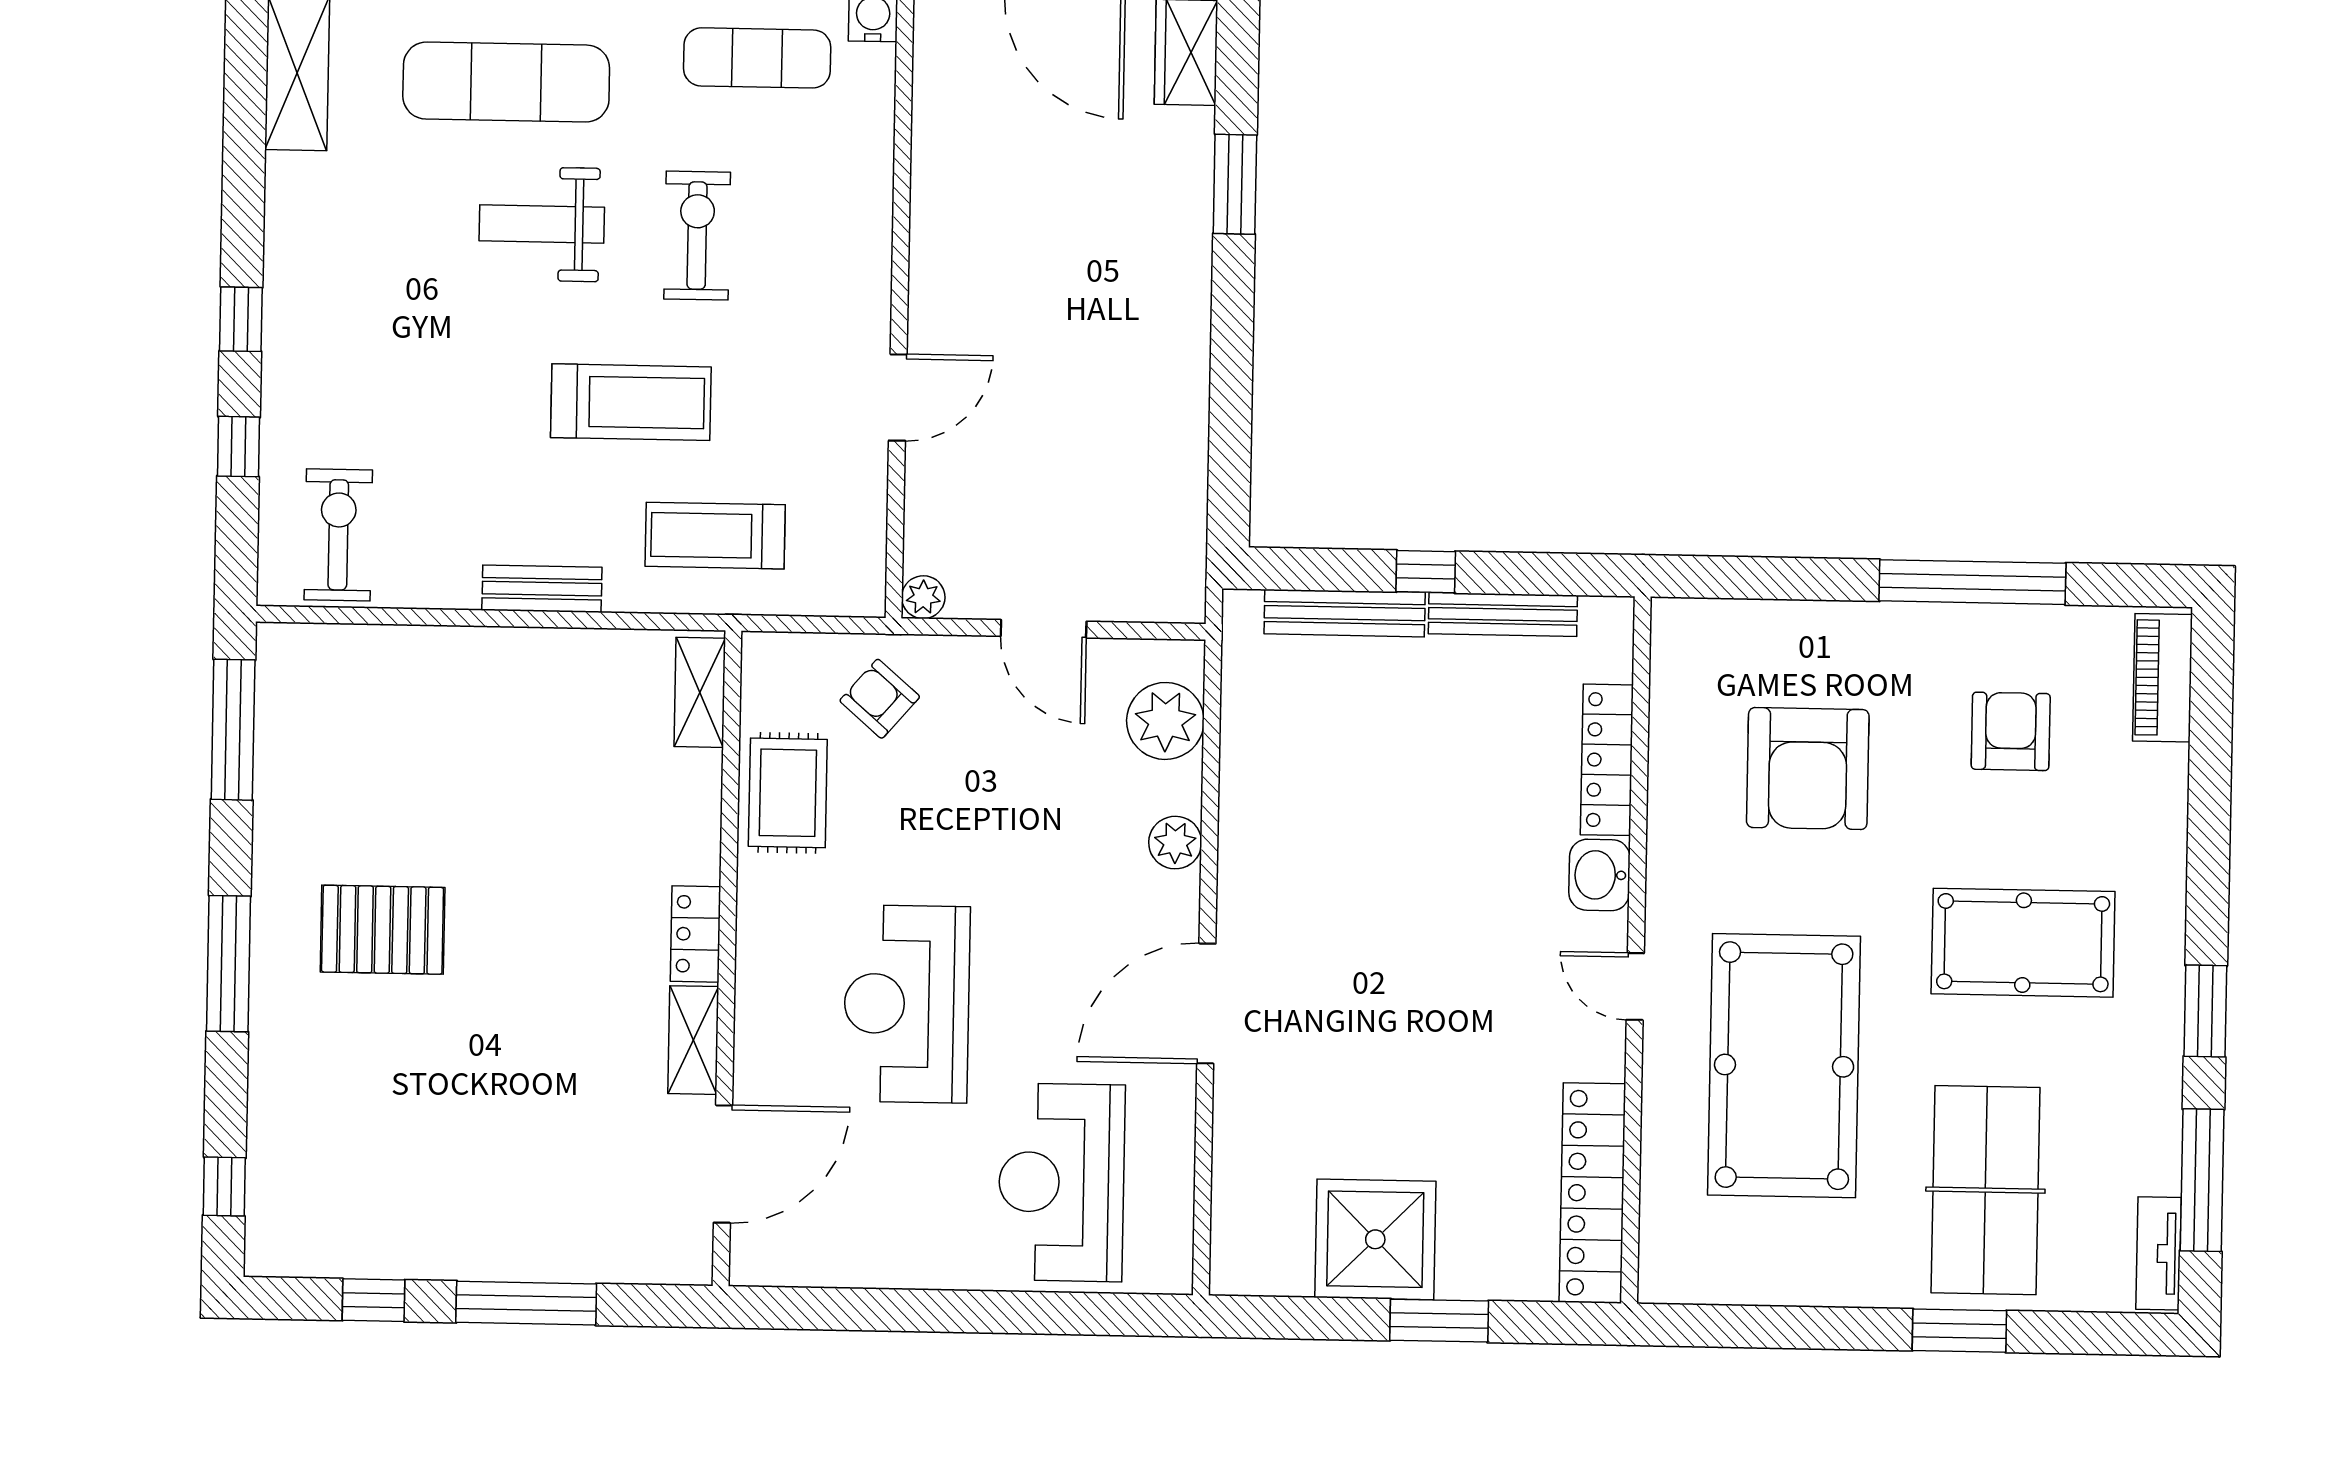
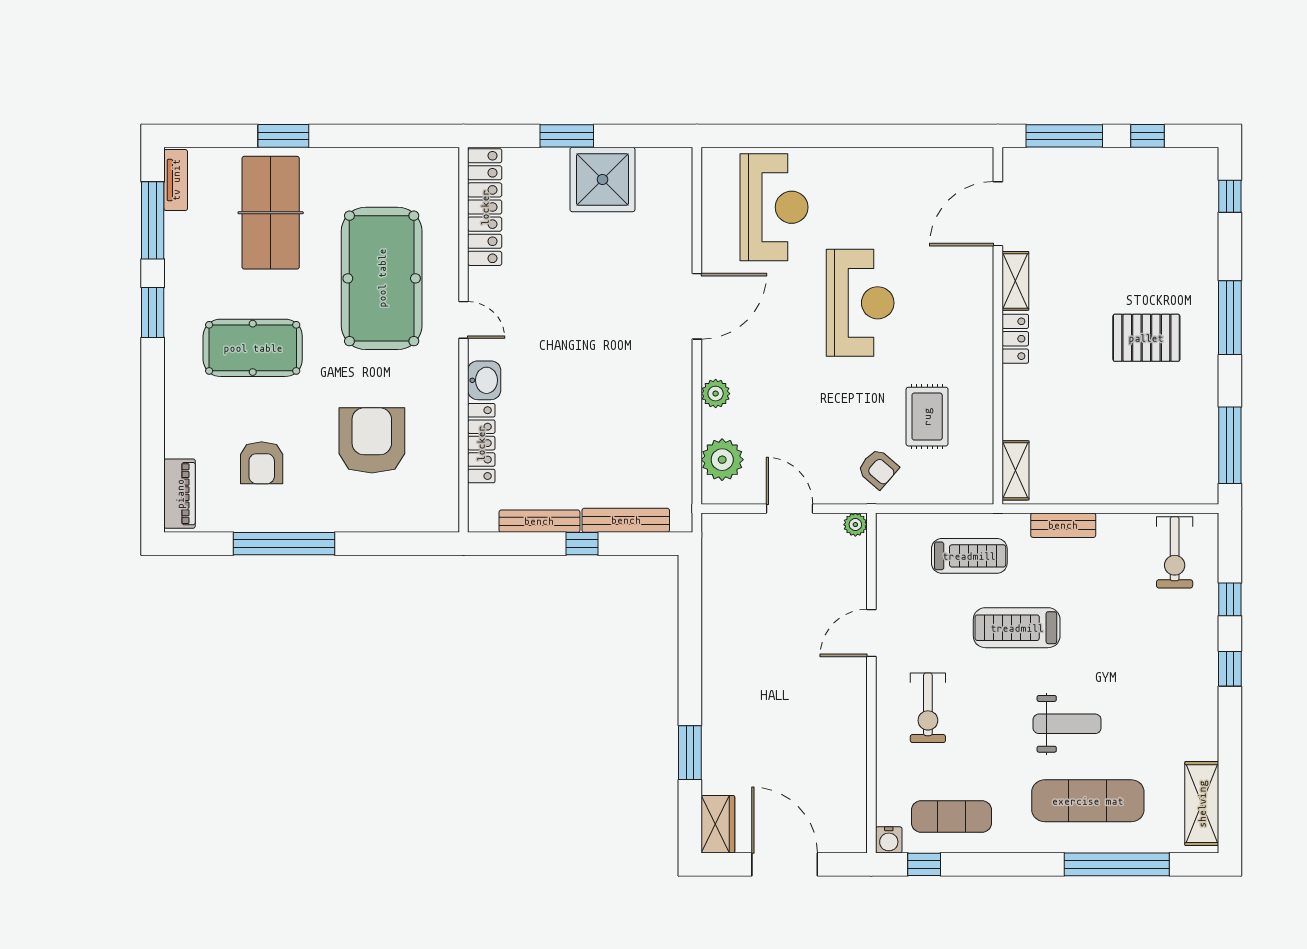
exercise bike: (697, 236) -> (928, 708), moved
shelving: (700, 692) -> (1016, 470), moved
locker: (695, 934) -> (1015, 339), moved
wall: (727, 958) -> (998, 326), moved
shelving: (693, 1040) -> (1015, 281), moved
door: (723, 1164) -> (998, 214), moved

